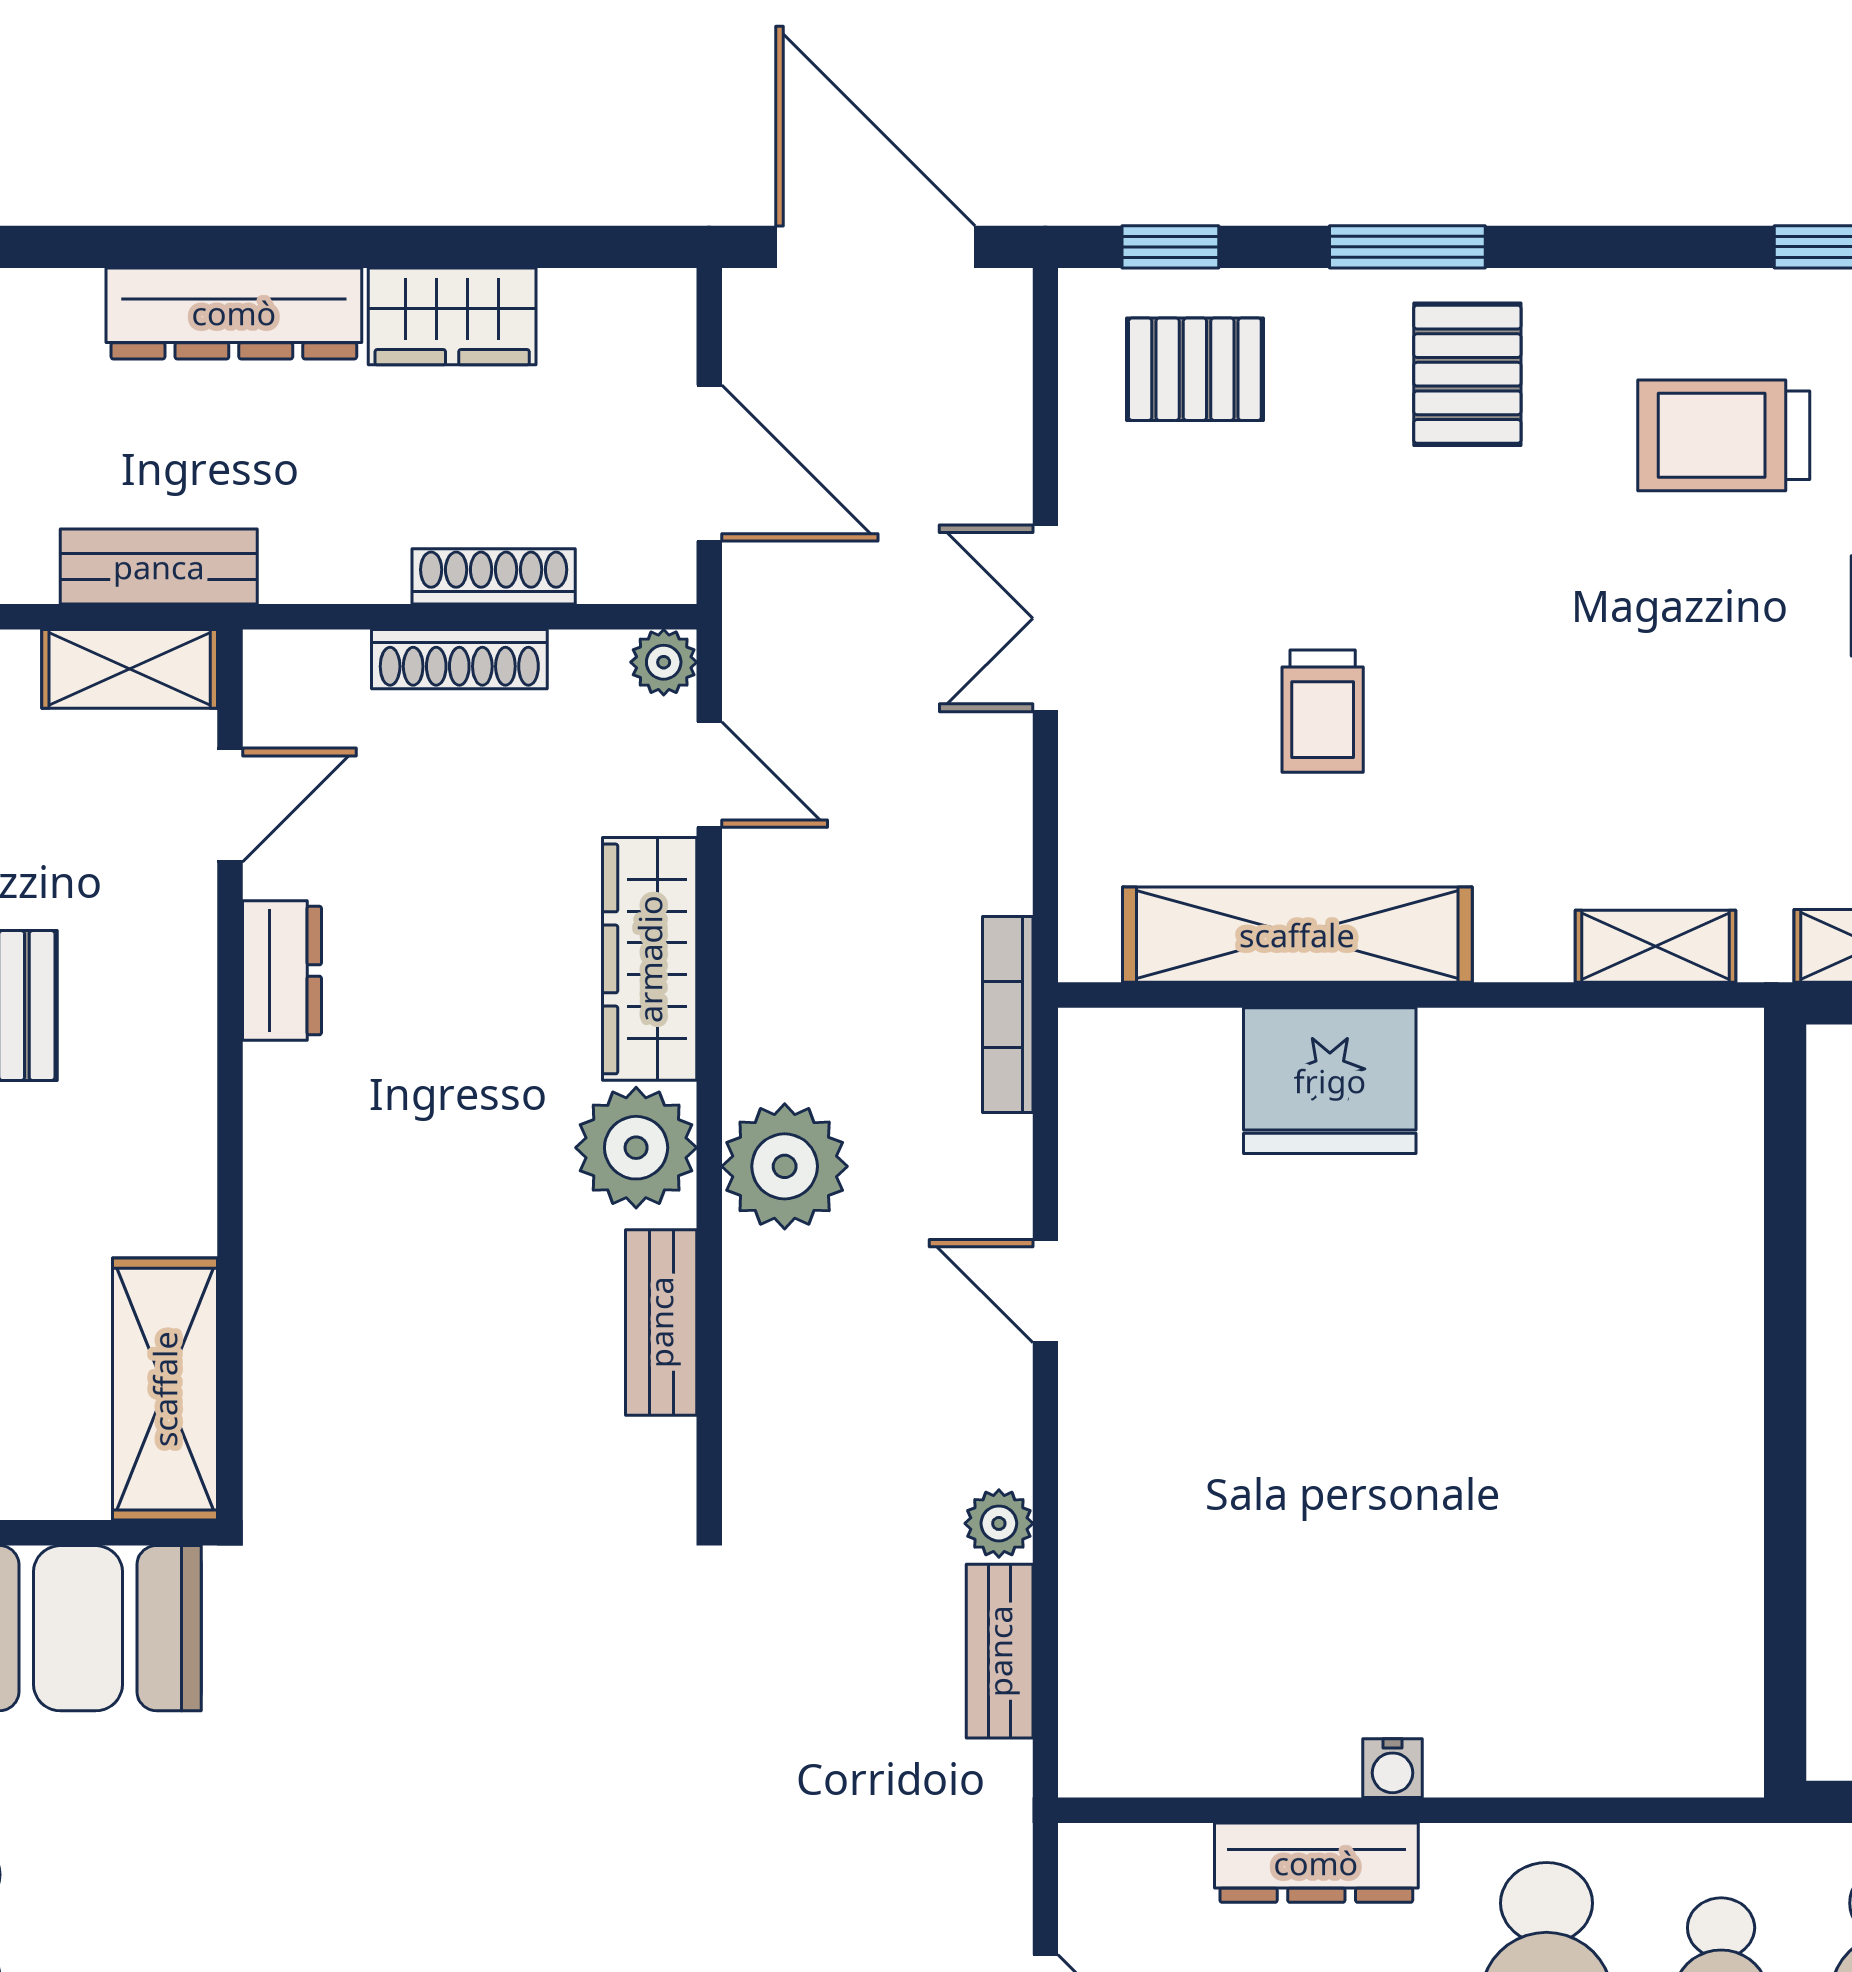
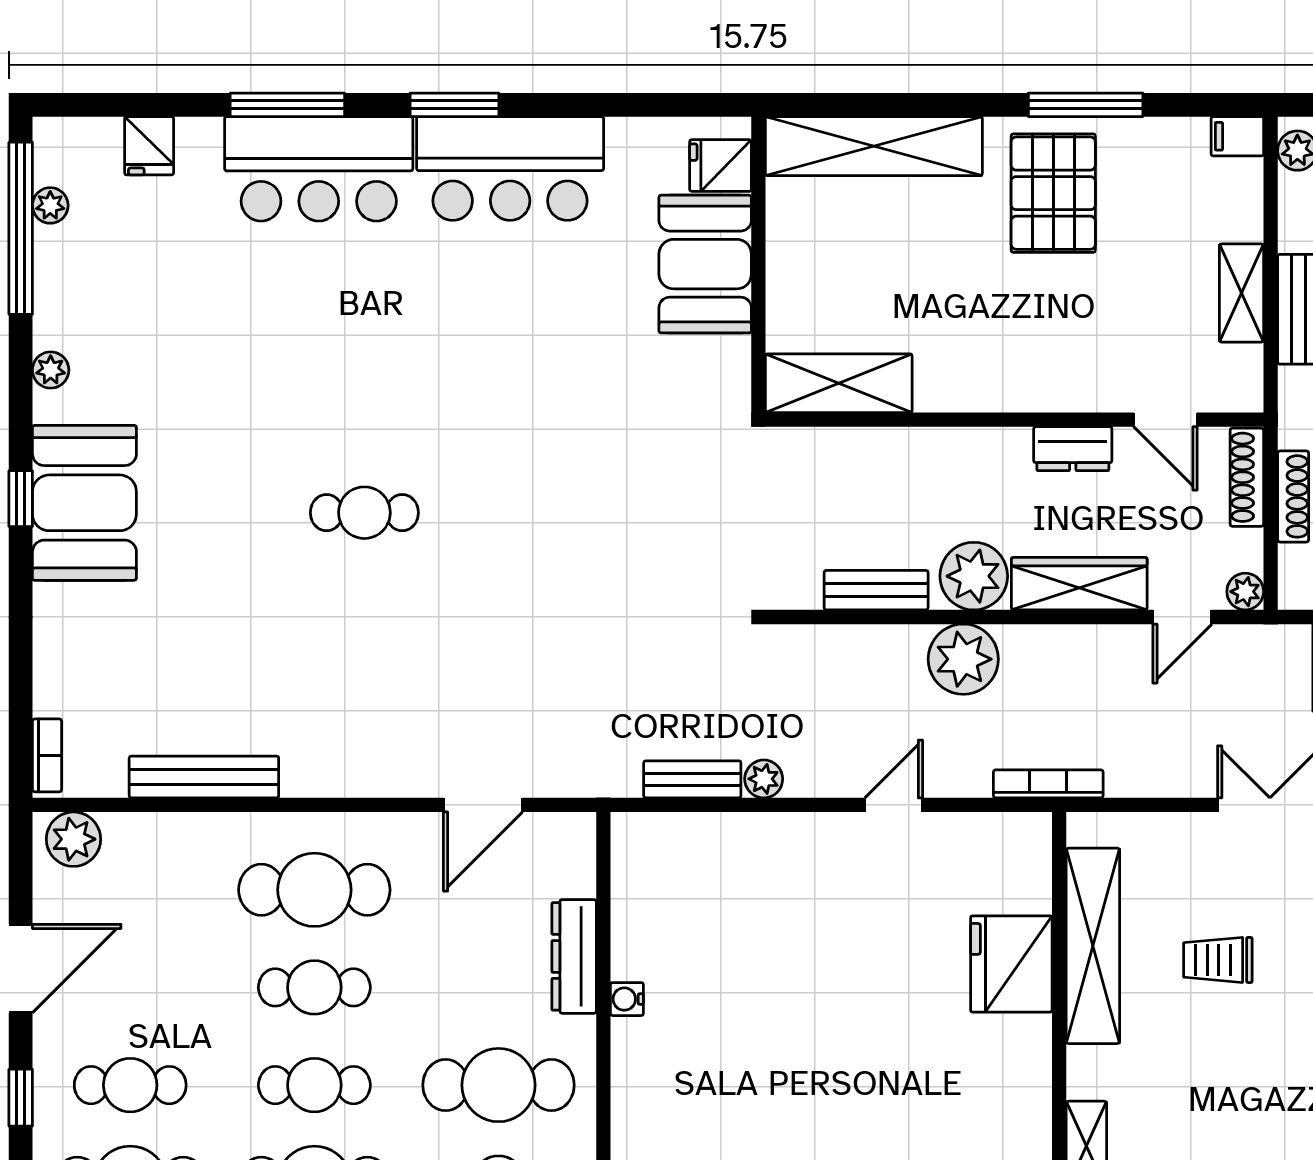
door: (230, 805) -> (1165, 420), moved
dresser: (282, 971) -> (1073, 449), moved
wall: (230, 1075) -> (1015, 420), moved
shelving: (165, 1389) -> (839, 383), moved

